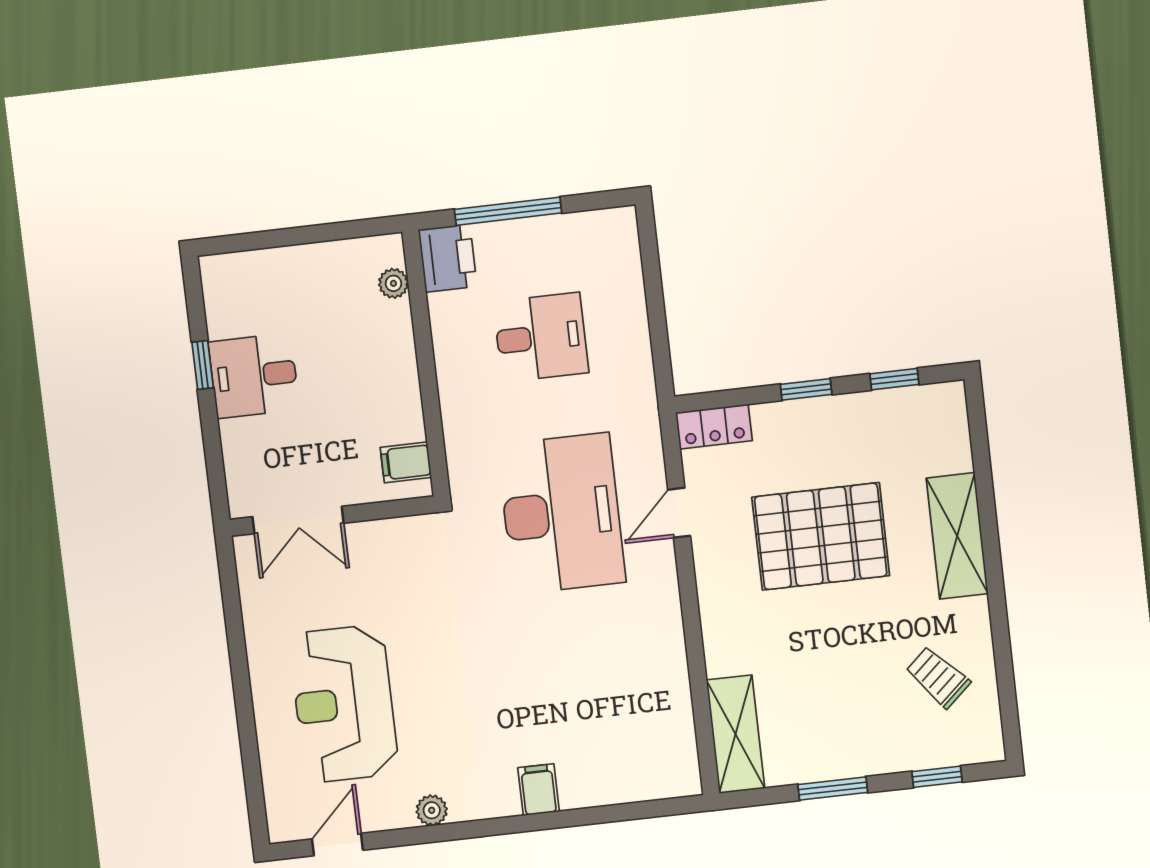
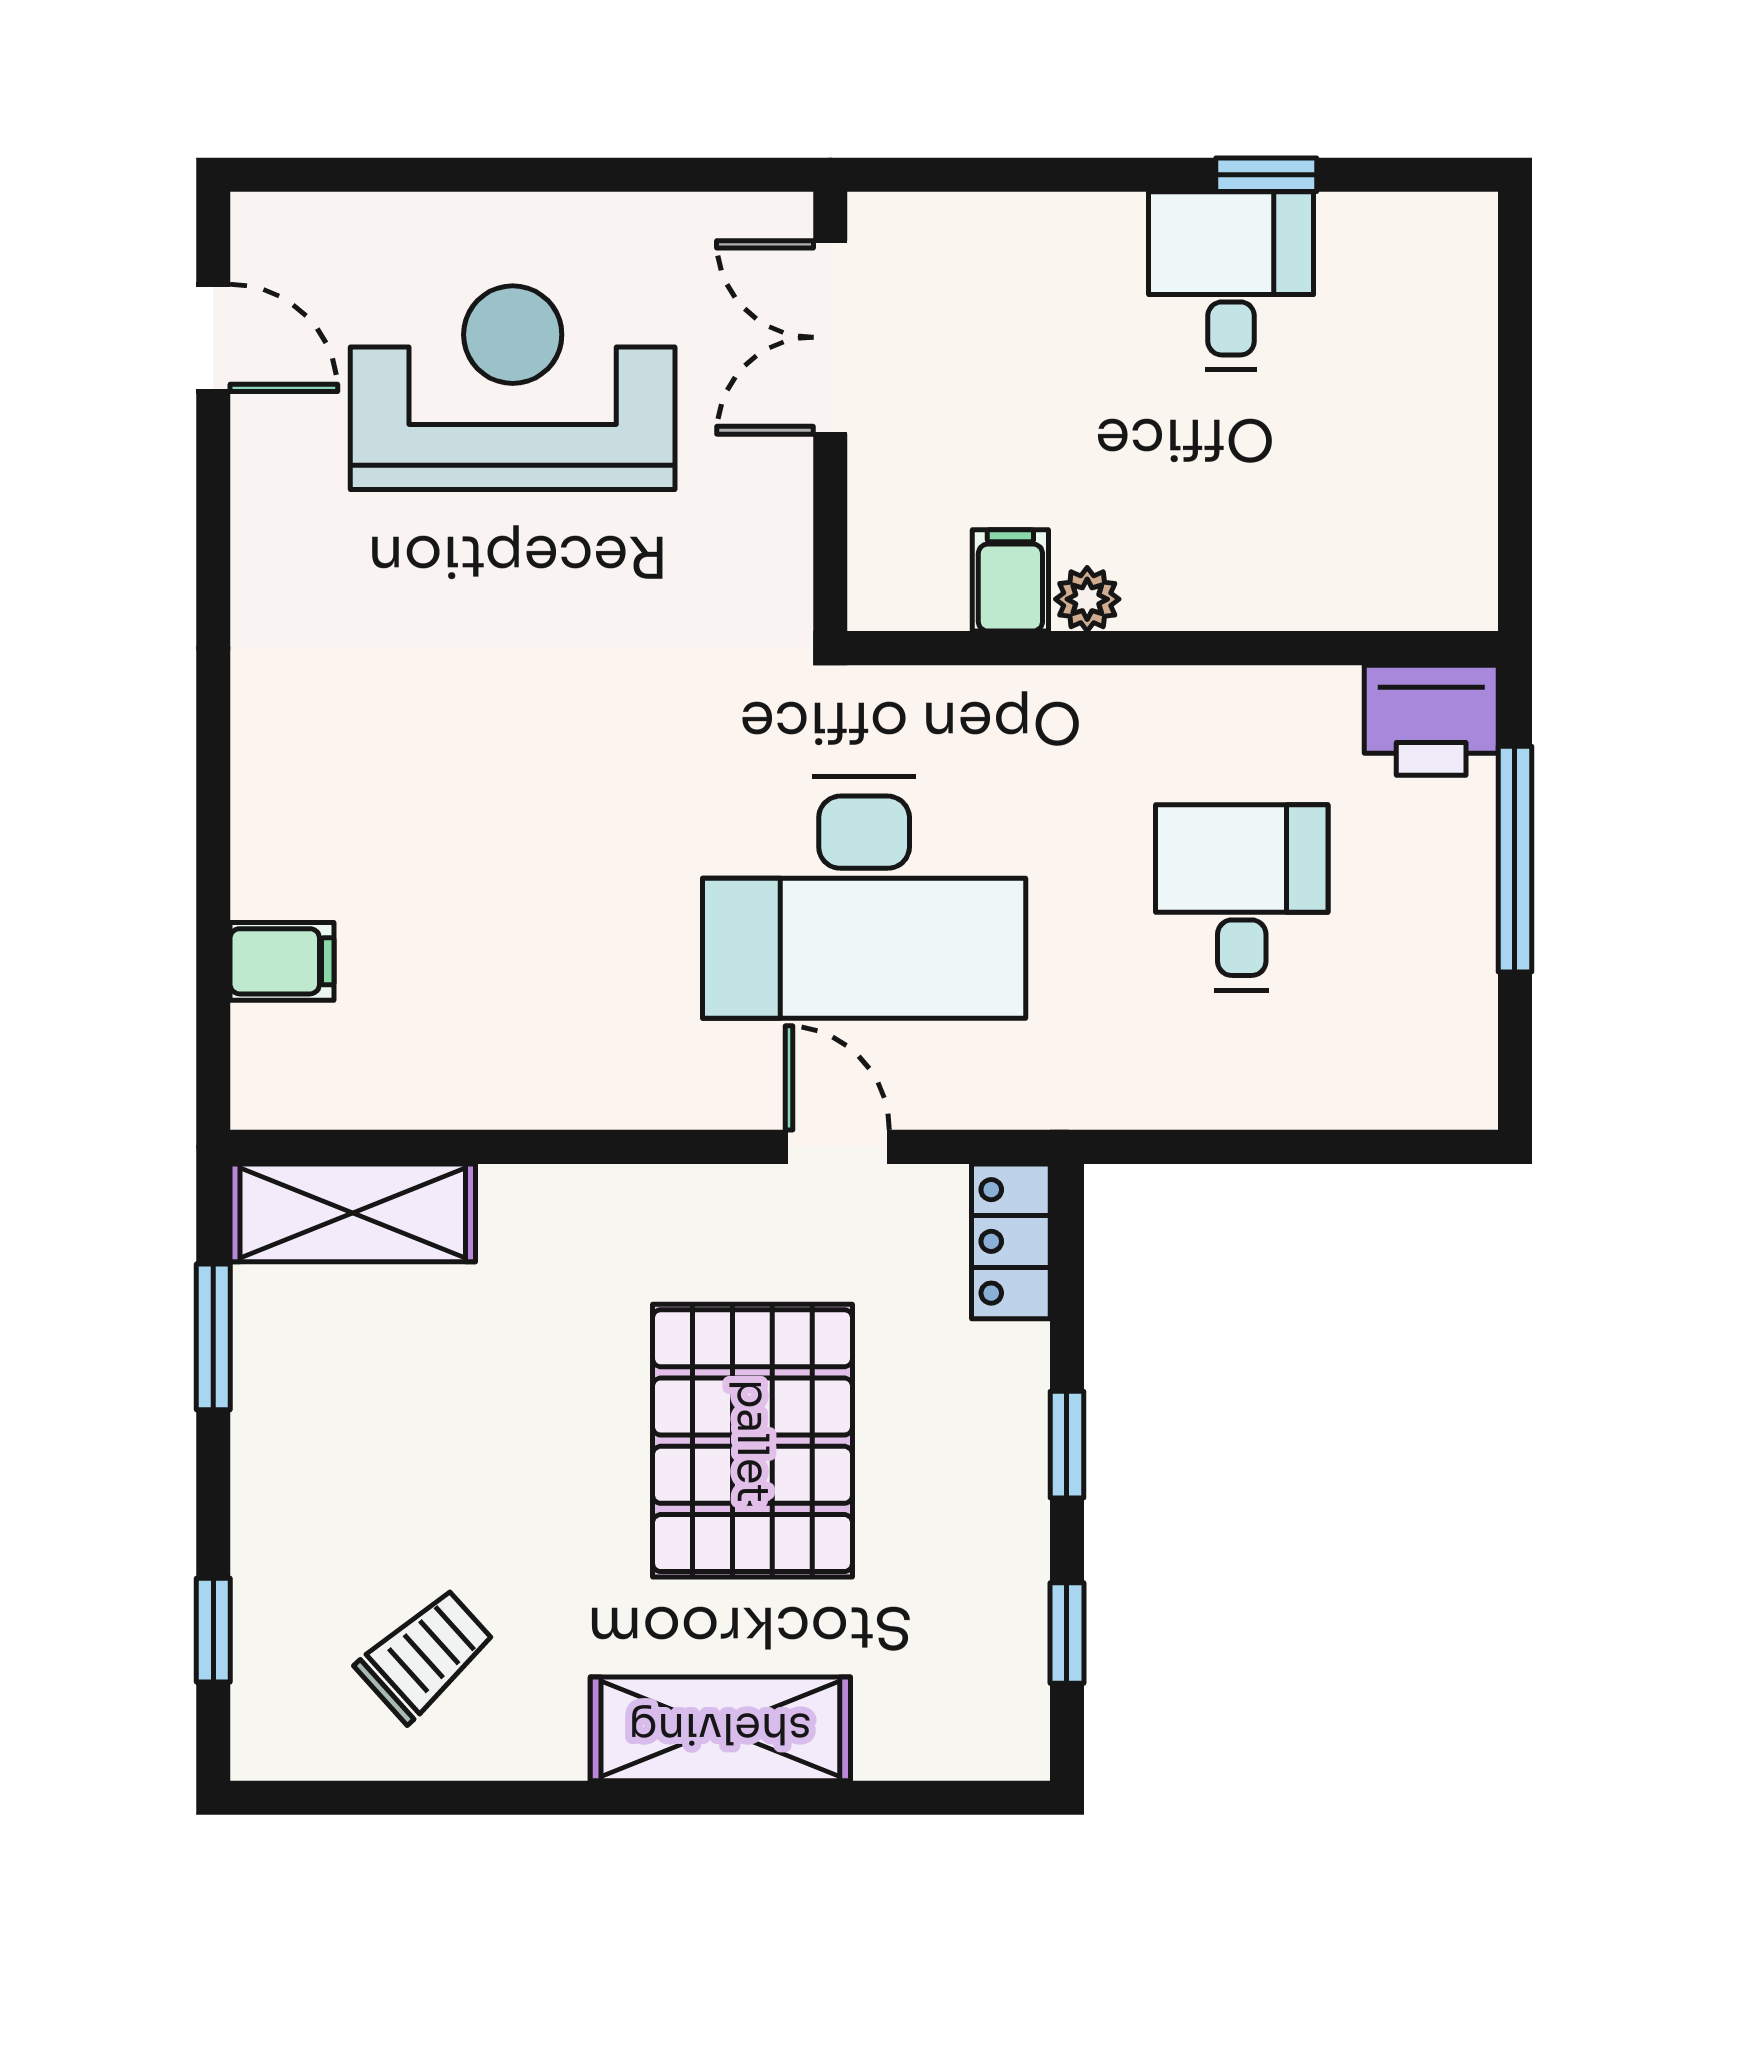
plant: (393, 283) -> (1087, 599), moved
desk: (541, 337) -> (1242, 897), turned 180
wall: (333, 516) -> (830, 411), moved
double door: (298, 520) -> (830, 337), moved
window: (833, 788) -> (213, 1337), moved
filing cabinet: (539, 790) -> (282, 961), moved
plant: (432, 810) -> (264, 548), removed

